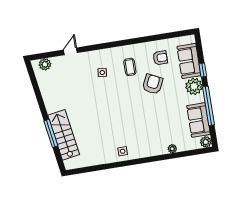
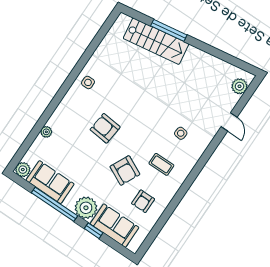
armchair: (139, 117) -> (105, 128), added

